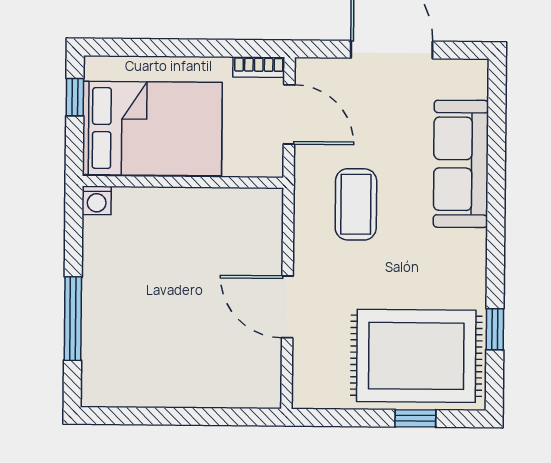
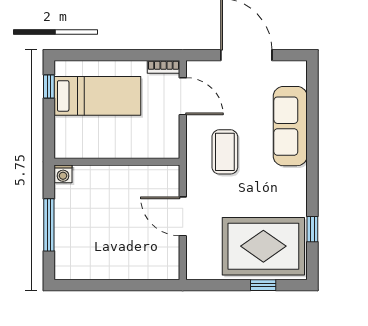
bed: (152, 128) -> (97, 96), width x0.67
wall: (183, 182) -> (117, 162), moved
washing machine: (97, 200) -> (63, 174), moved

